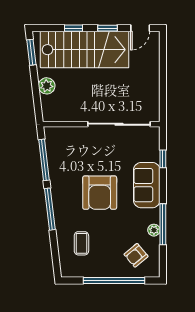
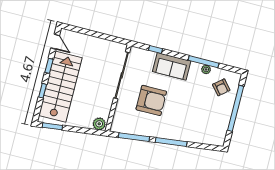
plant: (47, 86) -> (99, 124), moved
armchair: (100, 193) -> (151, 100), moved
coffee table: (81, 243) -> (202, 125), removed

